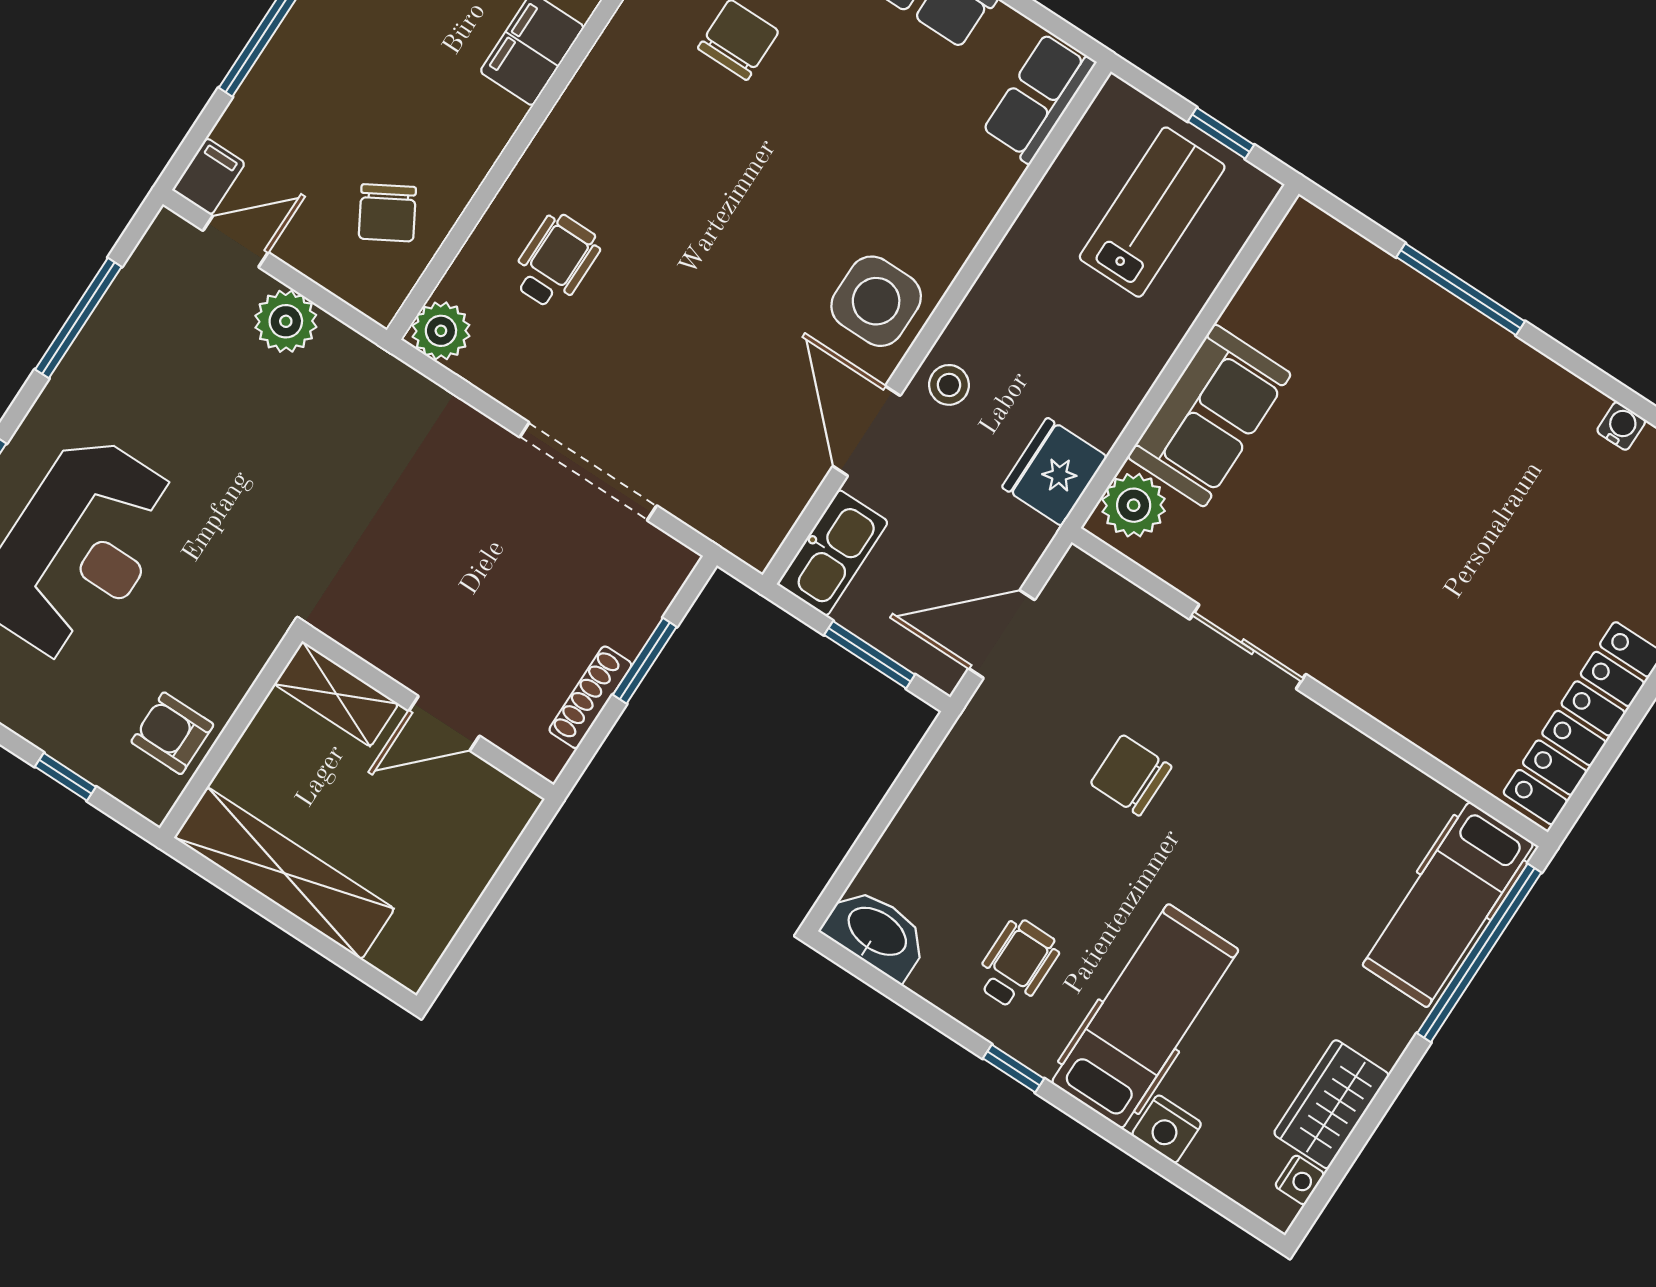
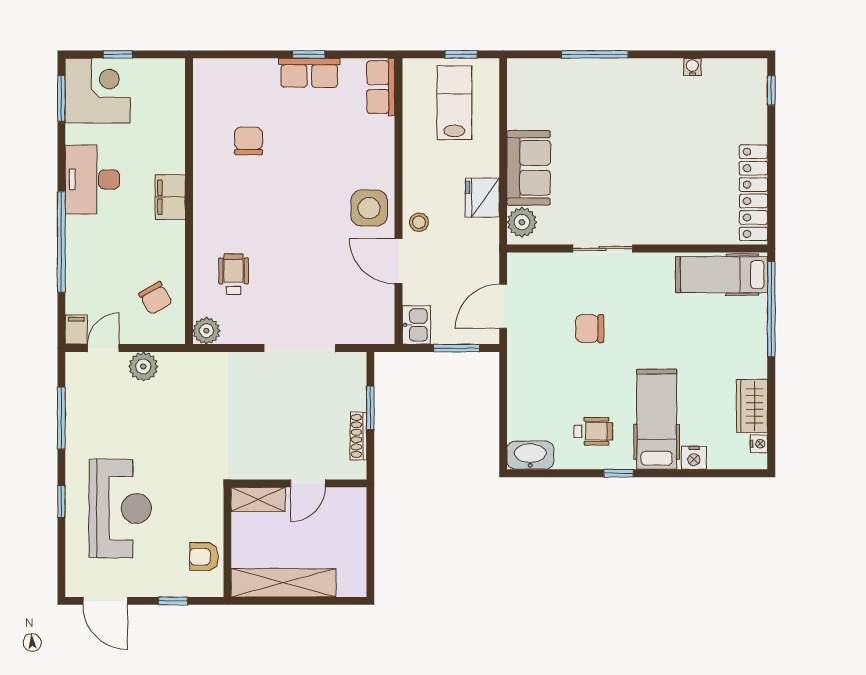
fridge: (1054, 472) -> (482, 197), moved
kitchen sink: (833, 553) -> (416, 325), width x0.73
hospital bed: (1448, 904) -> (722, 275), moved, turned 90
wheelchair: (1017, 964) -> (593, 431), turned 90

